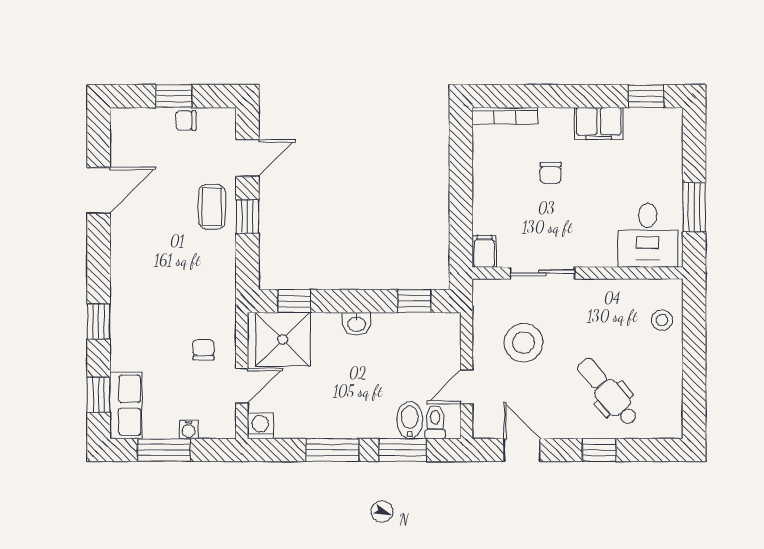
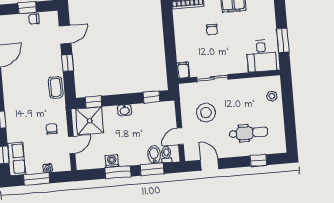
coffee table: (212, 207) -> (56, 87), moved
dental chair: (608, 392) -> (248, 133), turned 130
washing machine: (260, 426) -> (112, 161), moved
window: (599, 450) -> (258, 160), moved

